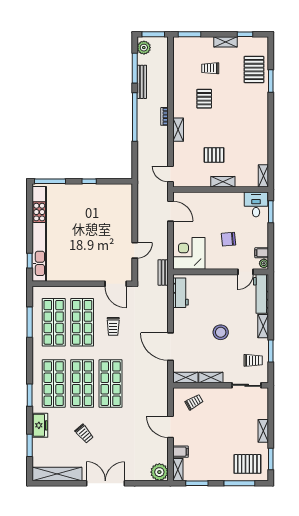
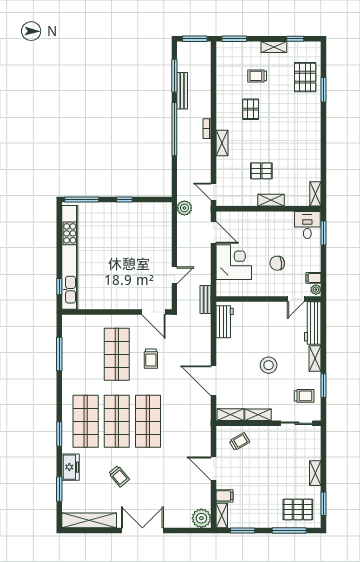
plant: (144, 48) -> (184, 208), moved
corner desk: (189, 253) -> (234, 262), moved, turned 90
shop shelf: (54, 322) -> (86, 354), removed

